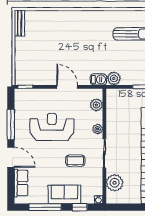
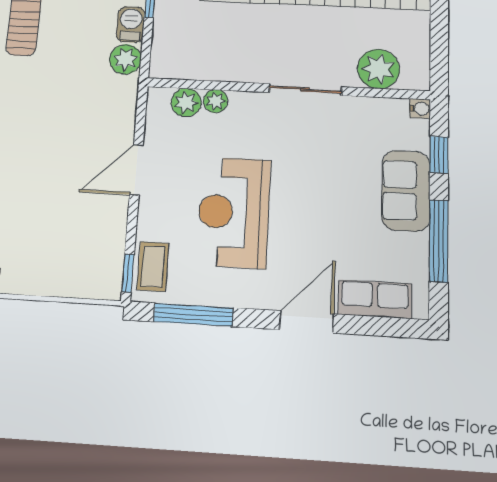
barbecue: (98, 79) -> (131, 24), moved
window: (11, 125) -> (193, 315), moved
plant: (98, 129) -> (216, 101), moved
coffee table: (75, 161) -> (153, 266), moved

